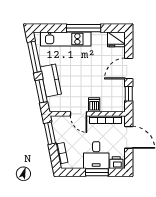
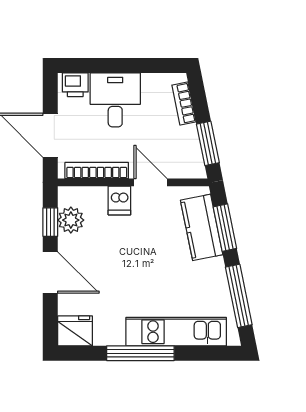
door: (129, 69) -> (50, 273), hinge flipped
kitchen counter: (51, 80) -> (202, 227), moved
plant: (118, 95) -> (71, 220), added
window: (97, 172) -> (114, 66), removed

